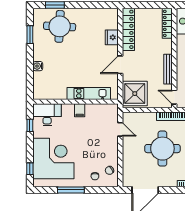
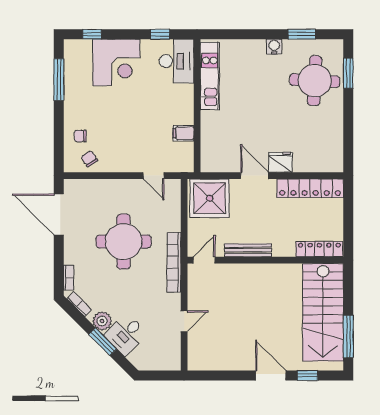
fridge: (112, 37) -> (281, 162), moved
water cooler: (38, 66) -> (274, 47), moved
kitchen unit: (89, 93) -> (210, 76), moved
filing cabinet: (80, 110) -> (183, 133), moved
door: (120, 129) -> (154, 176), hinge flipped
corner desk: (53, 159) -> (116, 63), width x0.74, depth x0.74
window: (71, 190) -> (59, 80), moved

